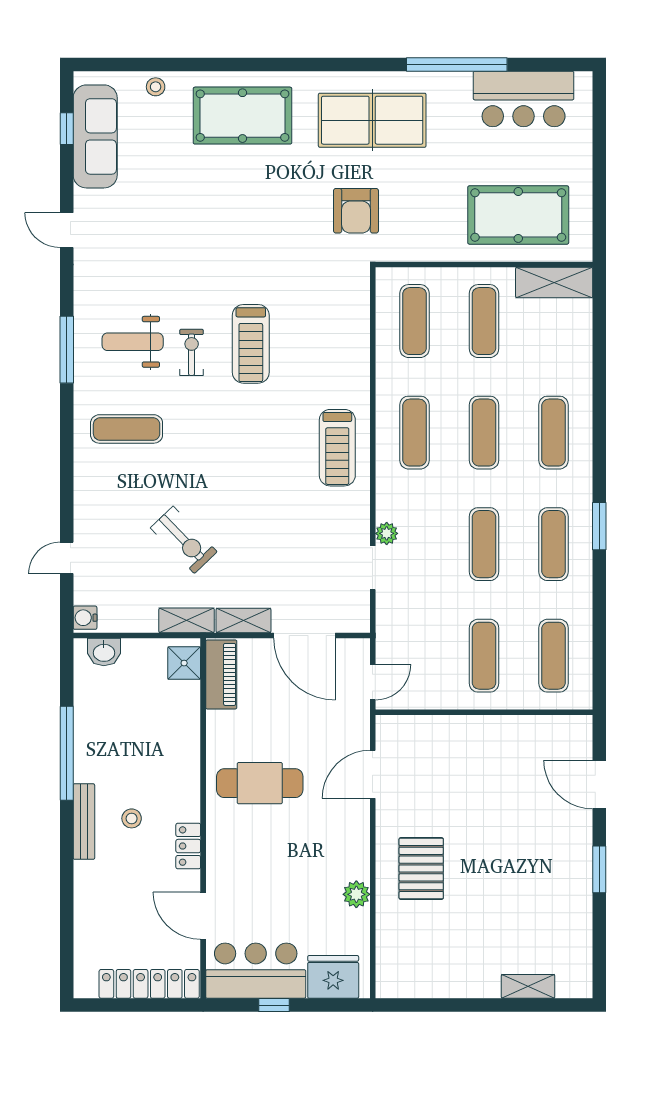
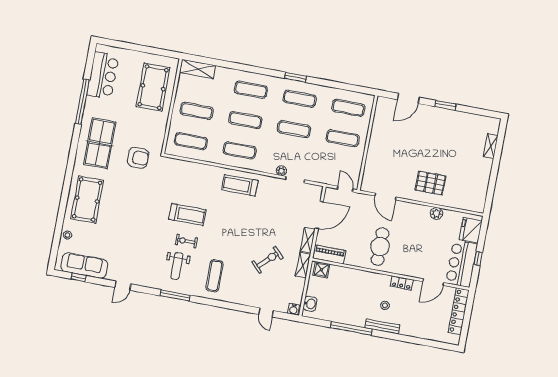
shelving: (554, 283) -> (198, 69), moved, turned 90
treadmill: (337, 448) -> (240, 185), turned 180

